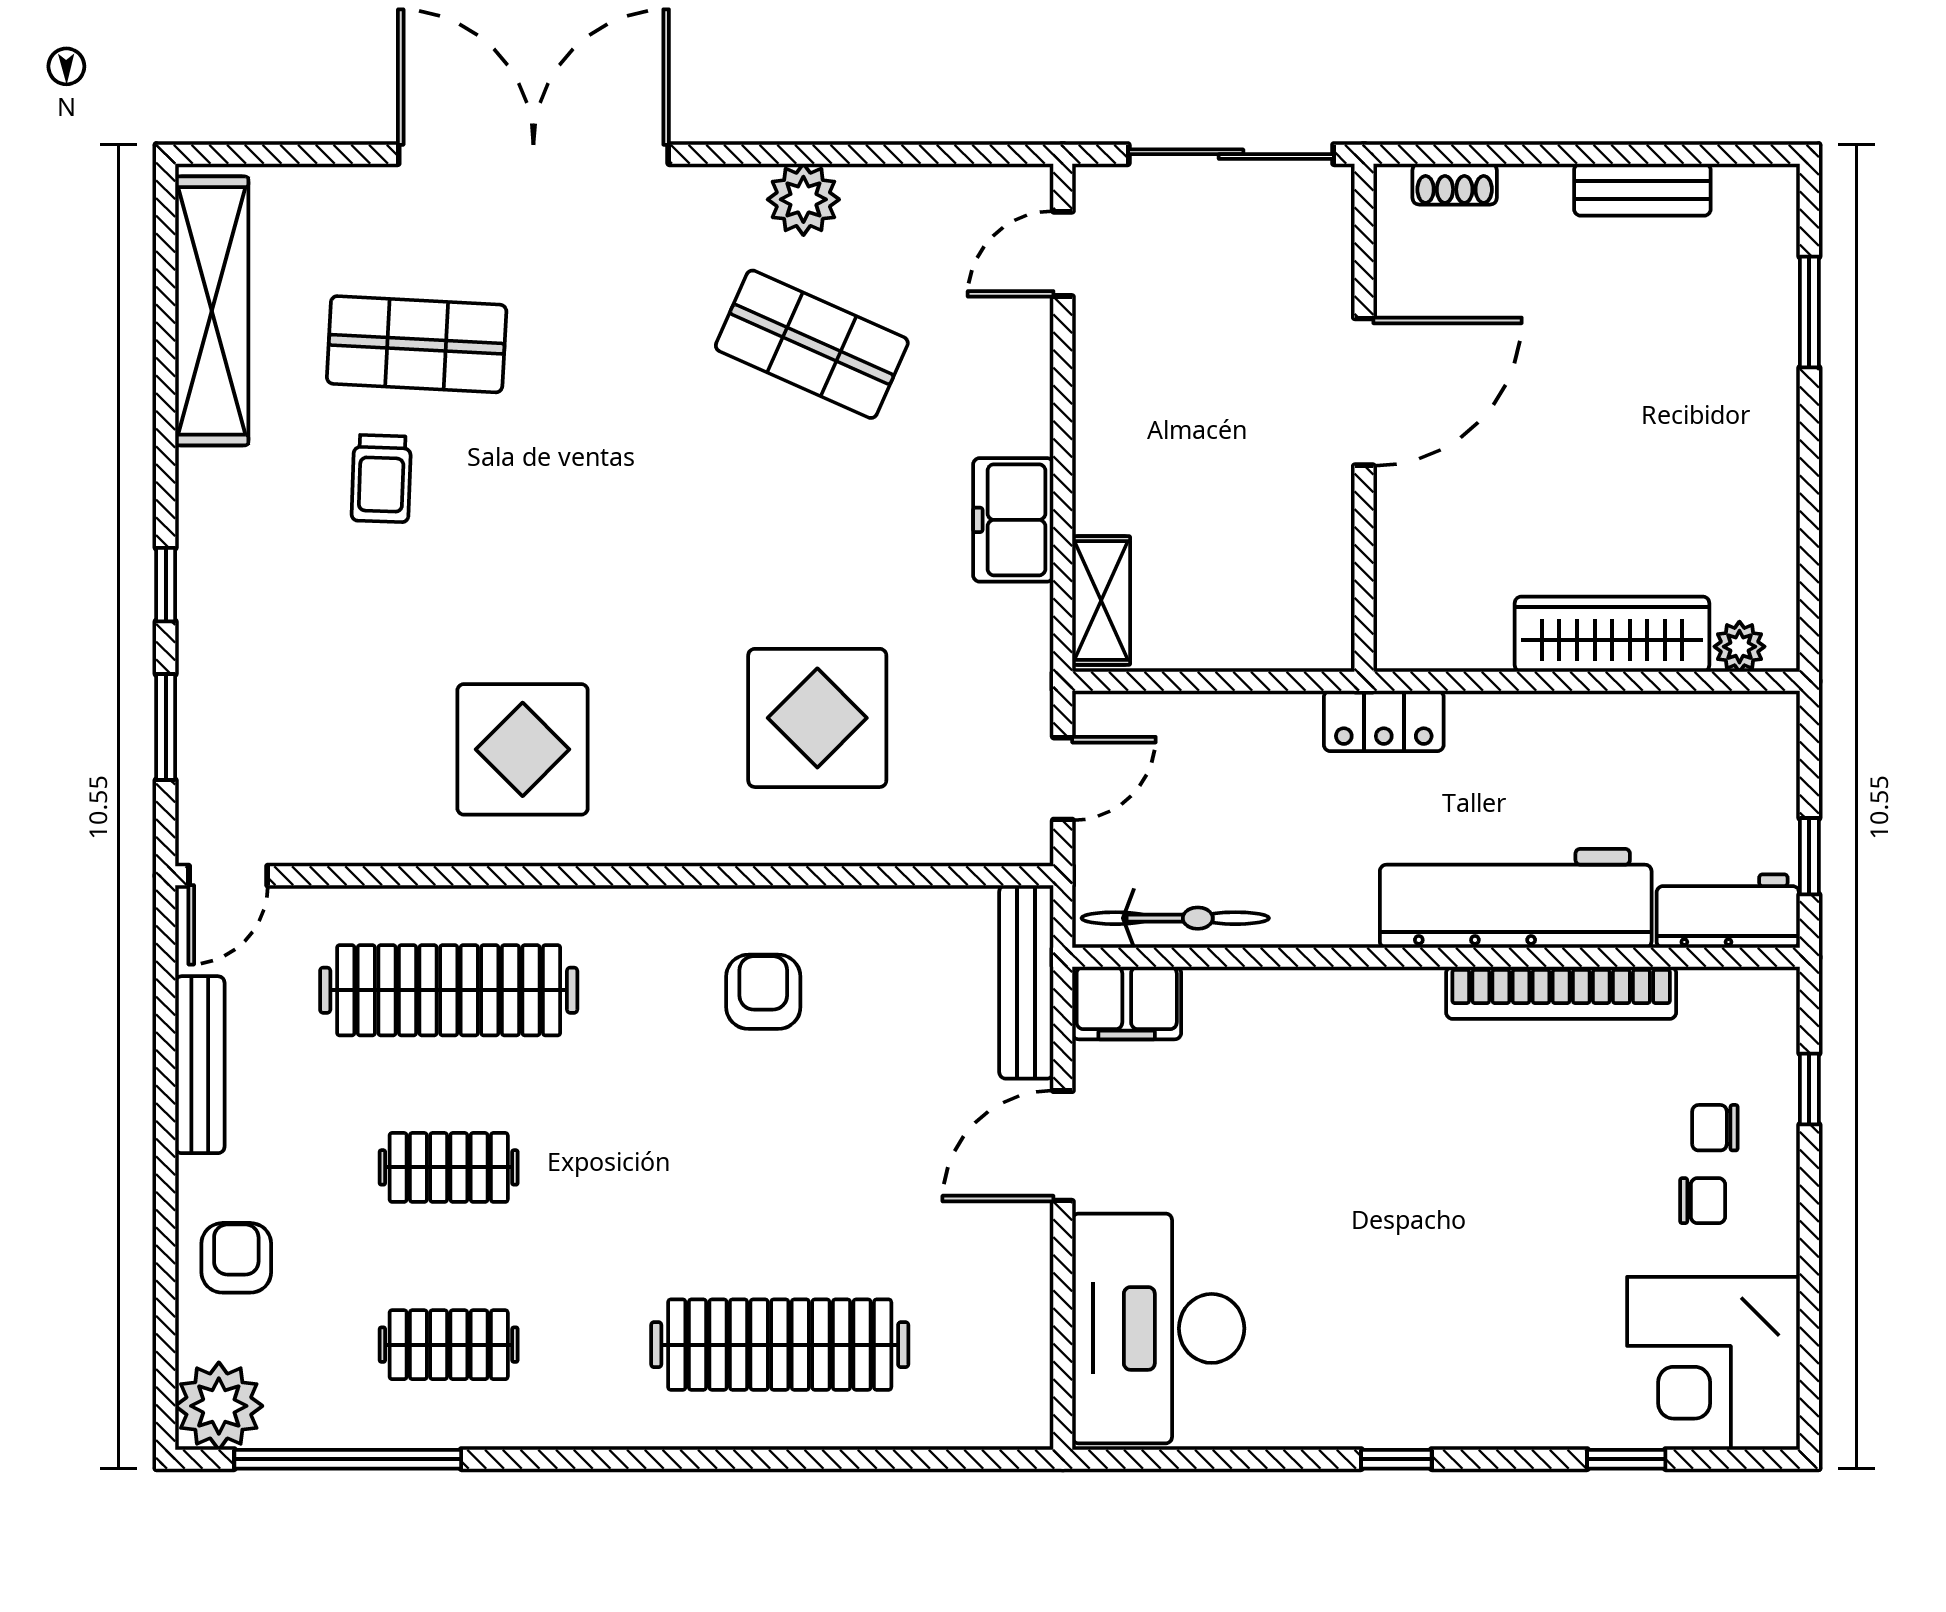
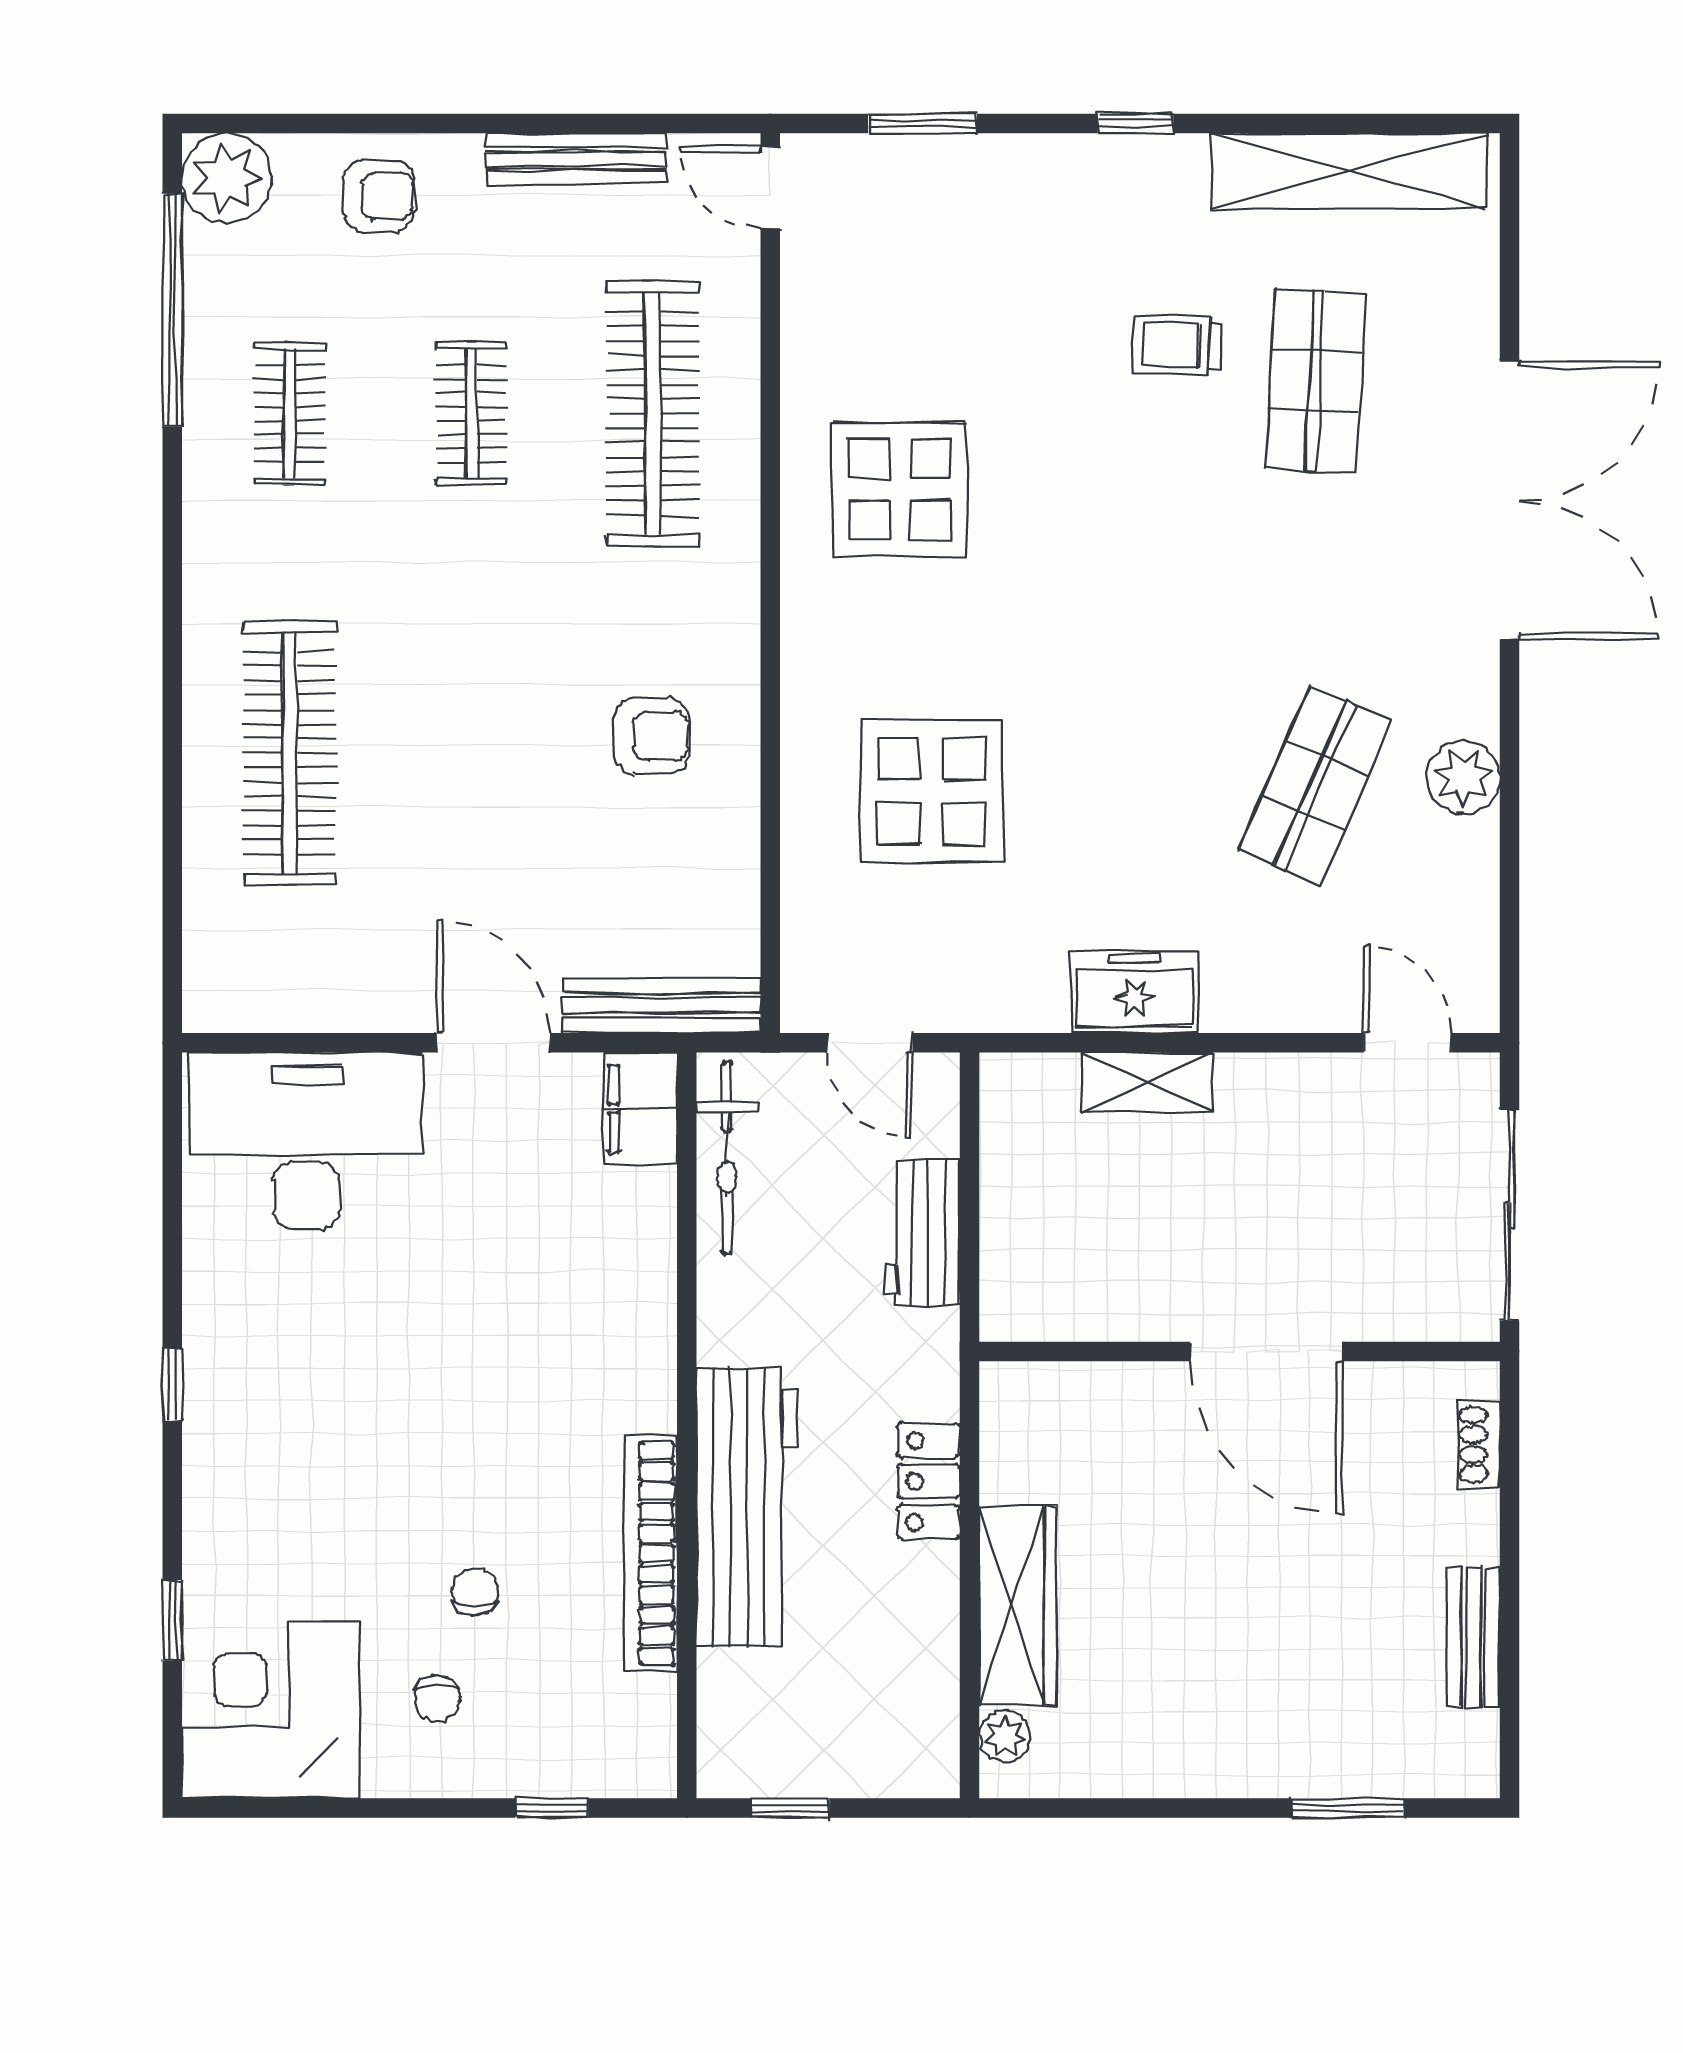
window: (166, 585) -> (1136, 123), moved
shelving: (1101, 600) -> (1147, 1082), moved
locker: (1384, 721) -> (929, 1481), moved
workbench: (1728, 911) -> (922, 1232), moved, turned 180
chair: (1715, 1128) -> (475, 1592), moved

